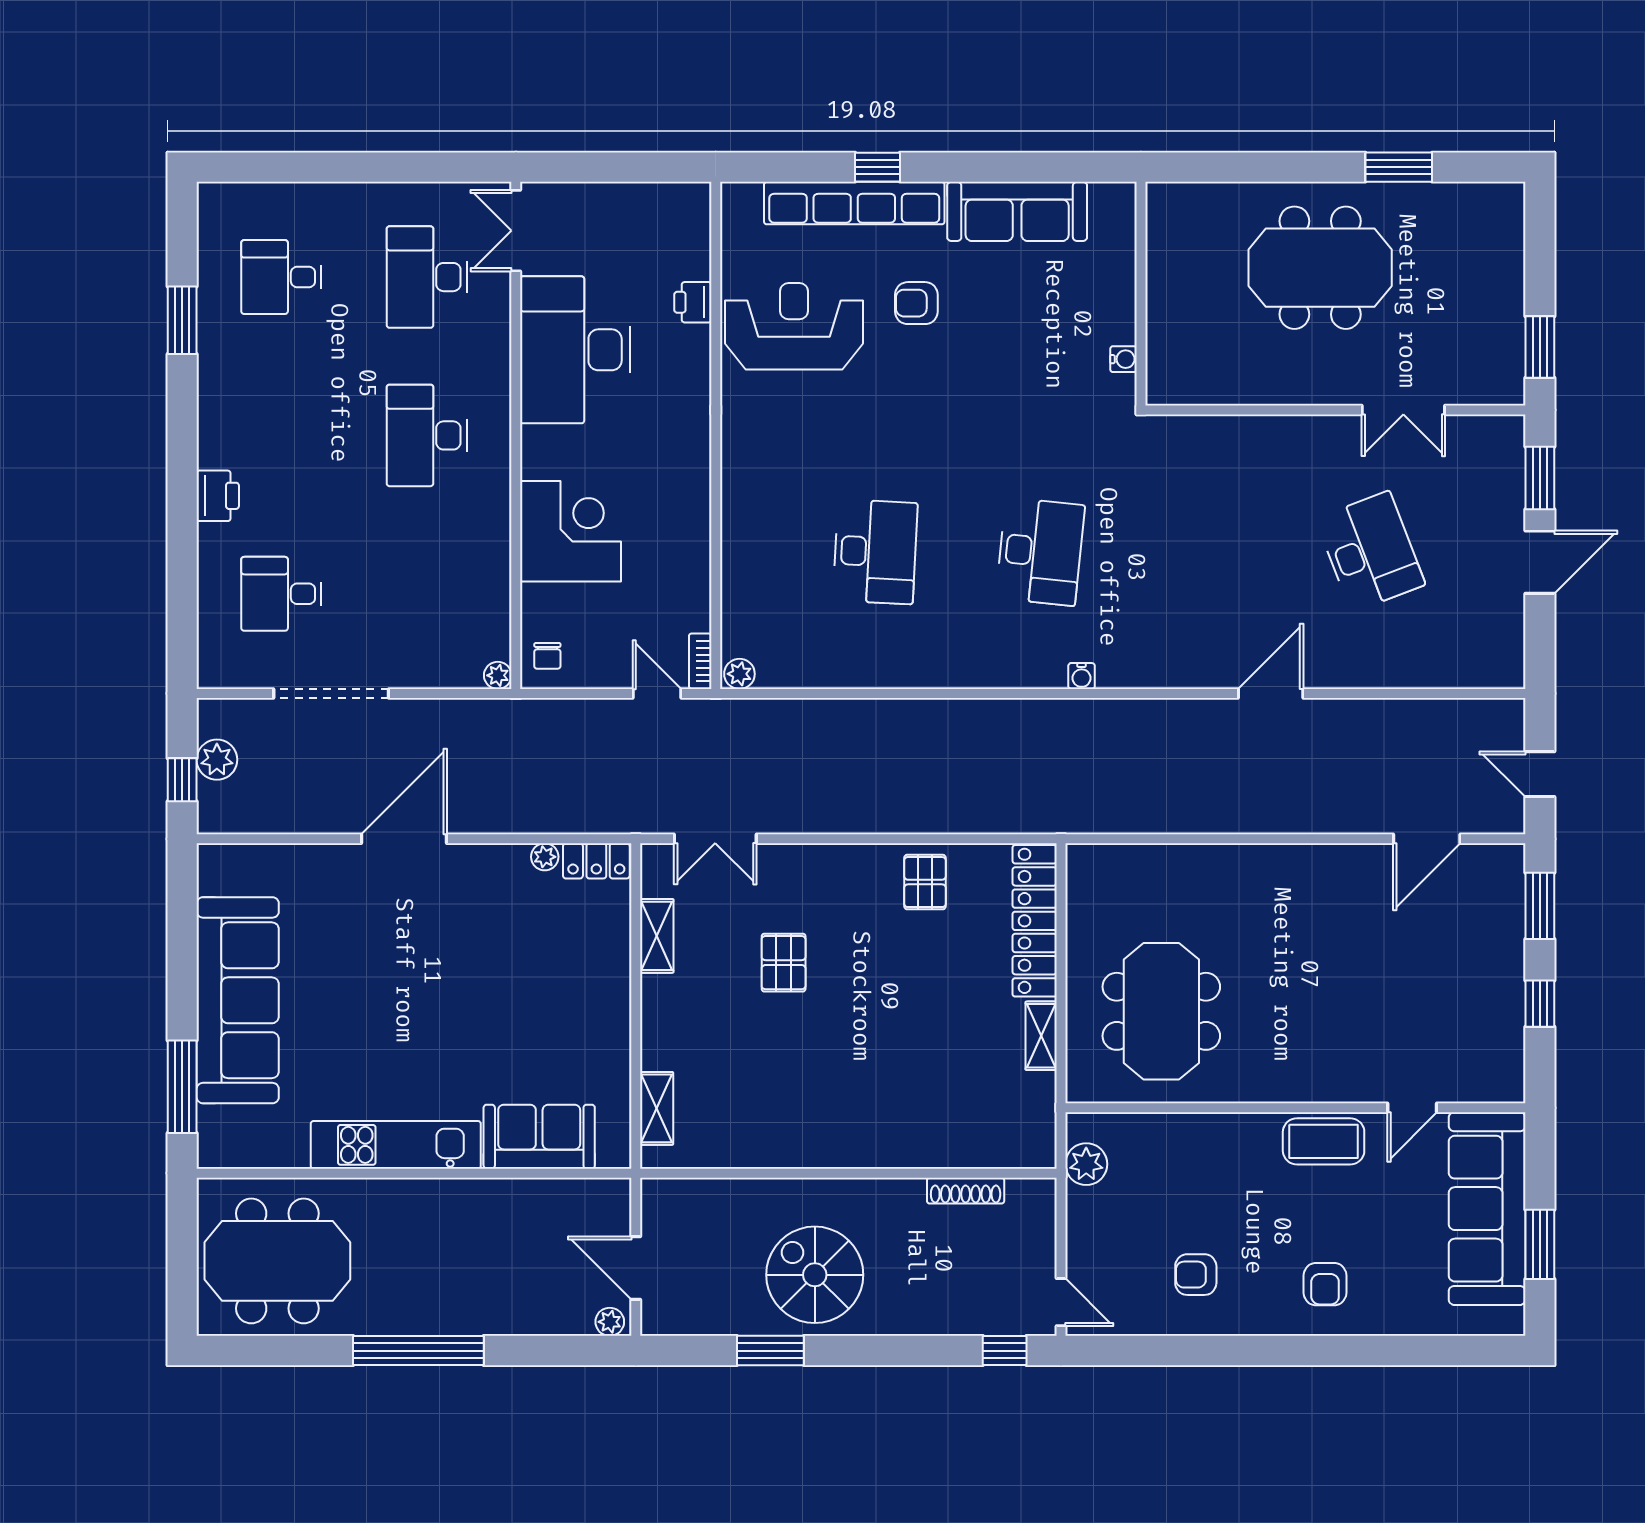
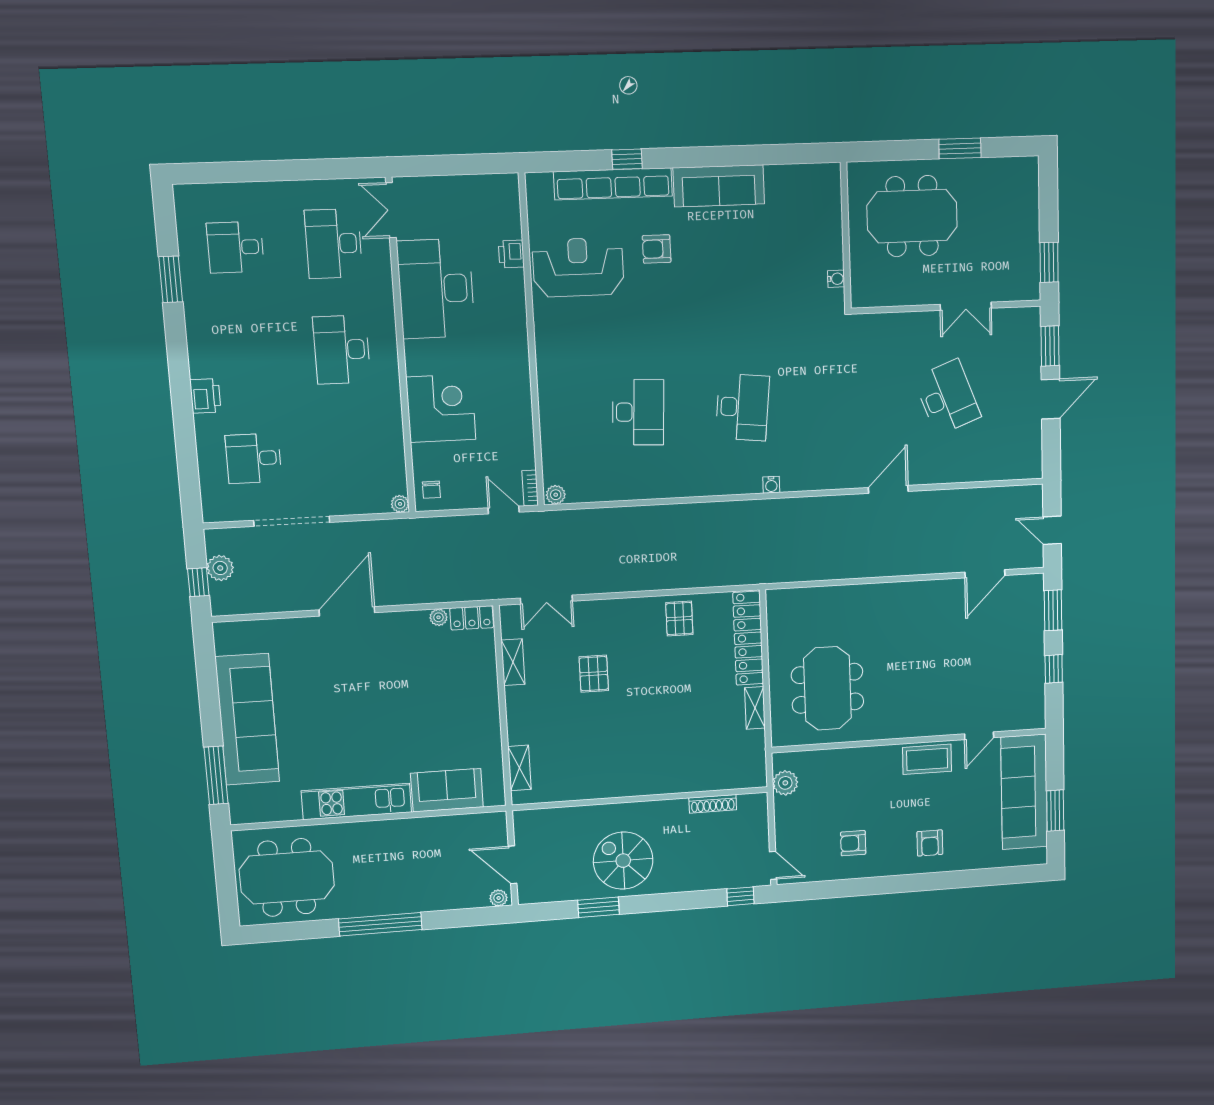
wall: (1141, 294) -> (846, 236), moved
water cooler: (1123, 359) -> (836, 279), moved

